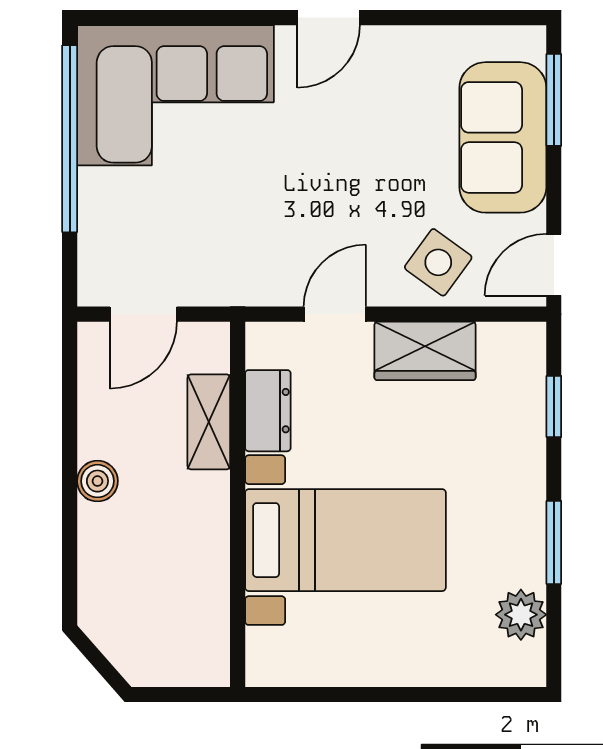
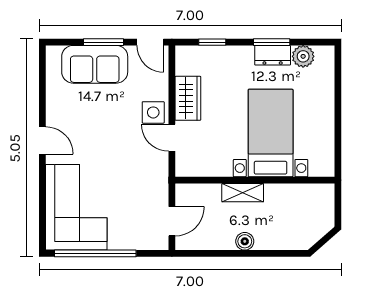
window: (554, 100) -> (103, 42), moved
side table: (438, 262) -> (153, 112), moved, turned -36
door: (143, 314) -> (172, 221), hinge flipped
dresser: (268, 411) -> (273, 55), moved, turned 180
shelving: (209, 422) -> (243, 193), moved

